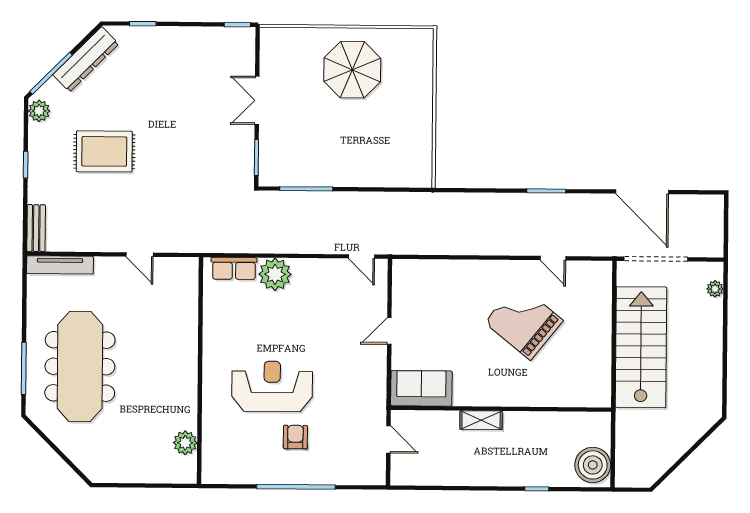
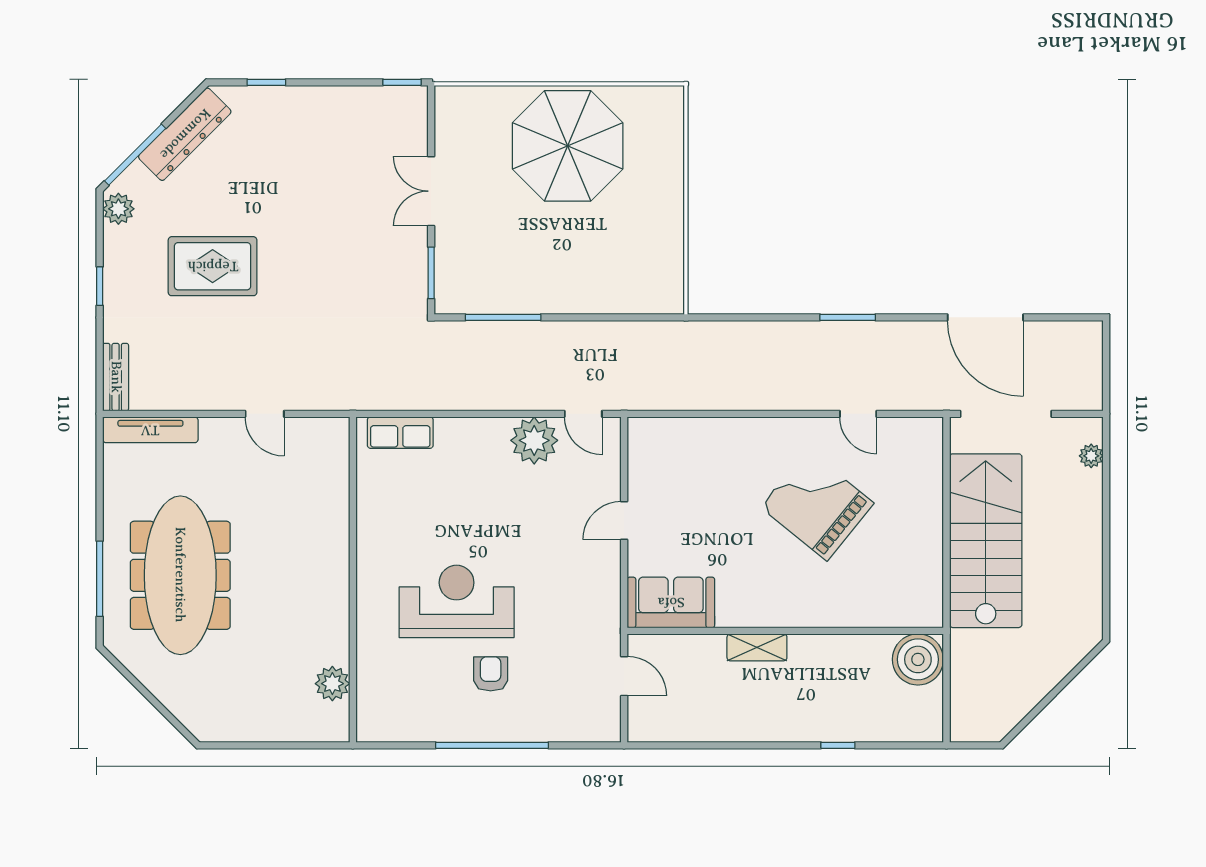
parasol: (352, 70) -> (568, 146), width x1.36, depth x1.36
plant: (275, 274) -> (534, 440), moved
boiler: (593, 465) -> (918, 659), moved

